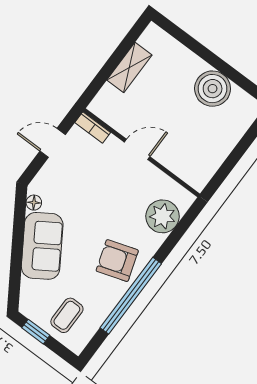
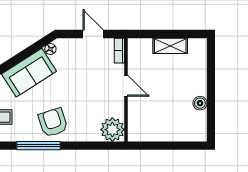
boiler: (213, 89) -> (200, 103), width x0.54, depth x0.54
plant: (162, 216) -> (112, 130), moved
window: (131, 296) -> (39, 146), width x0.68

